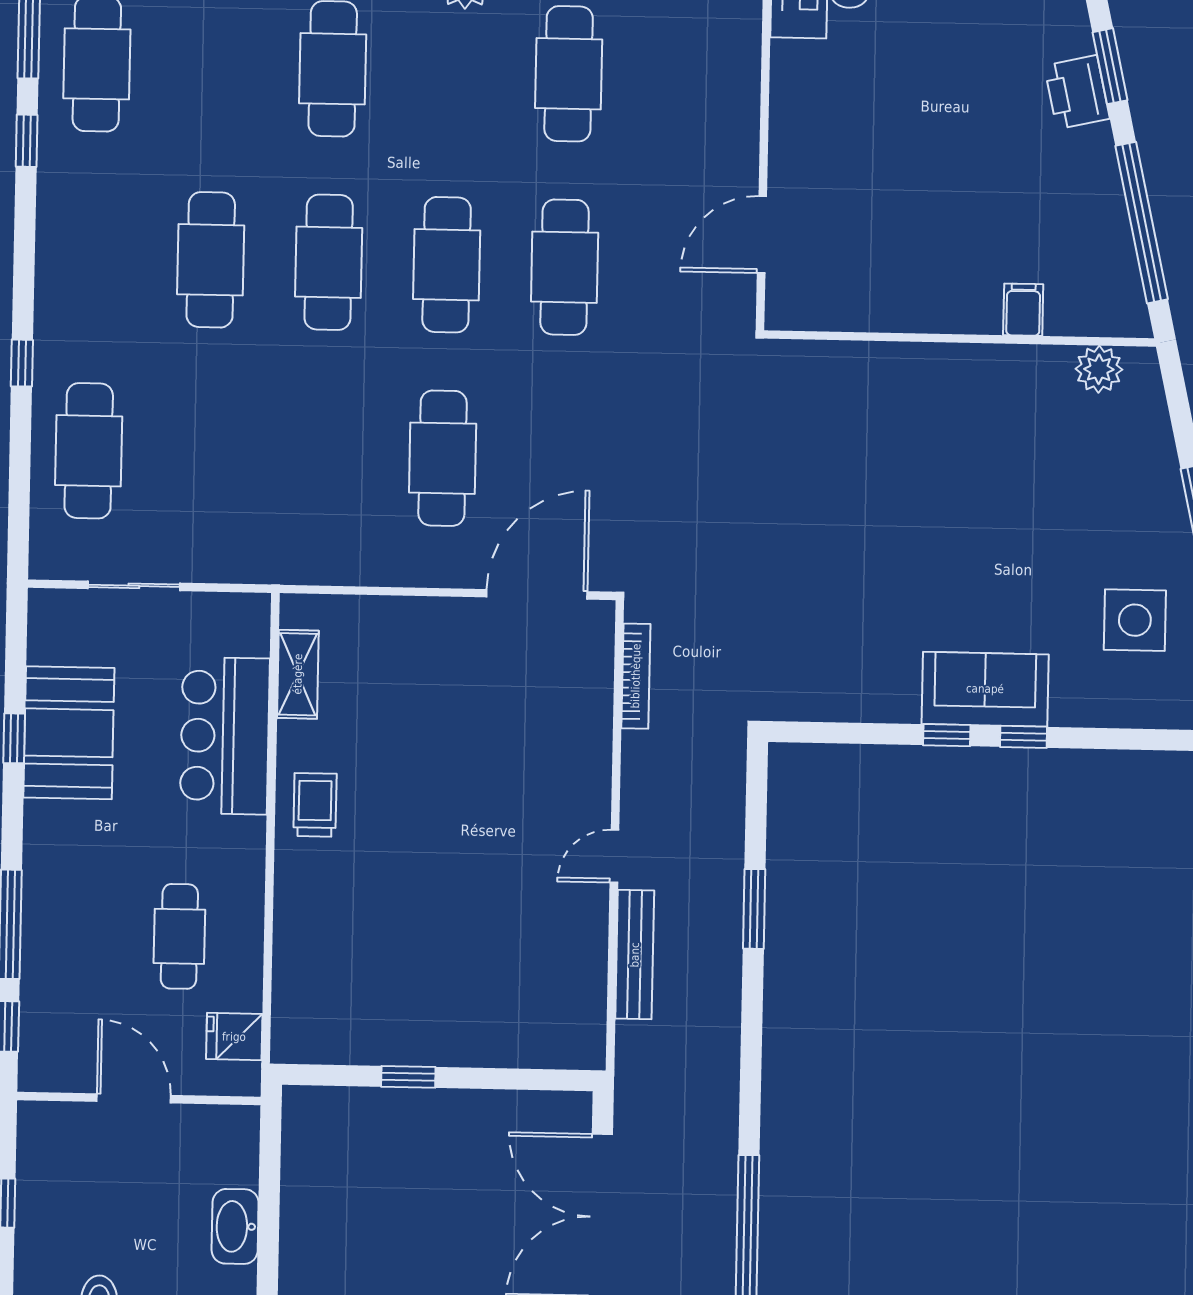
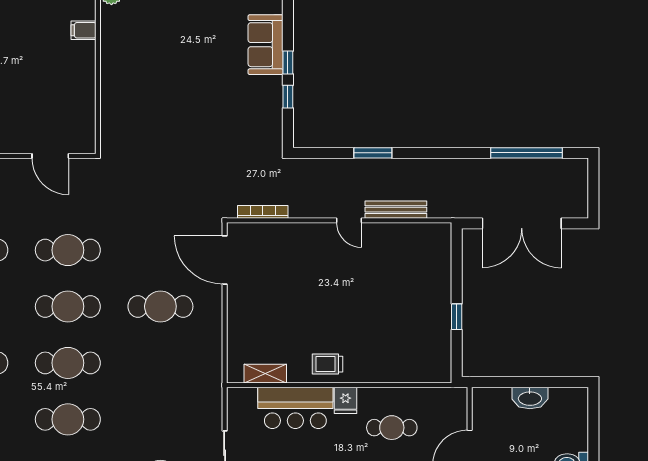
window: (1023, 737) -> (288, 97), moved
fridge: (234, 1037) -> (345, 400), moved

